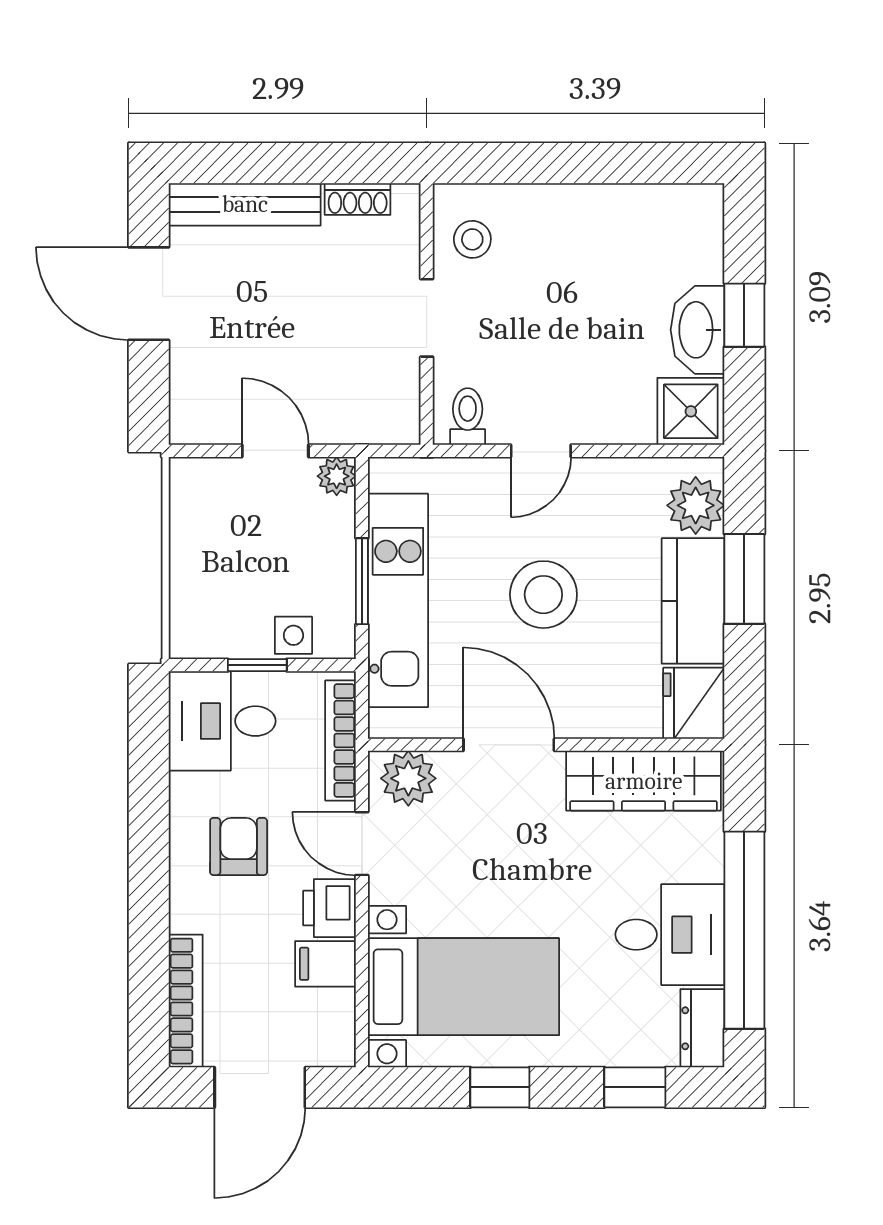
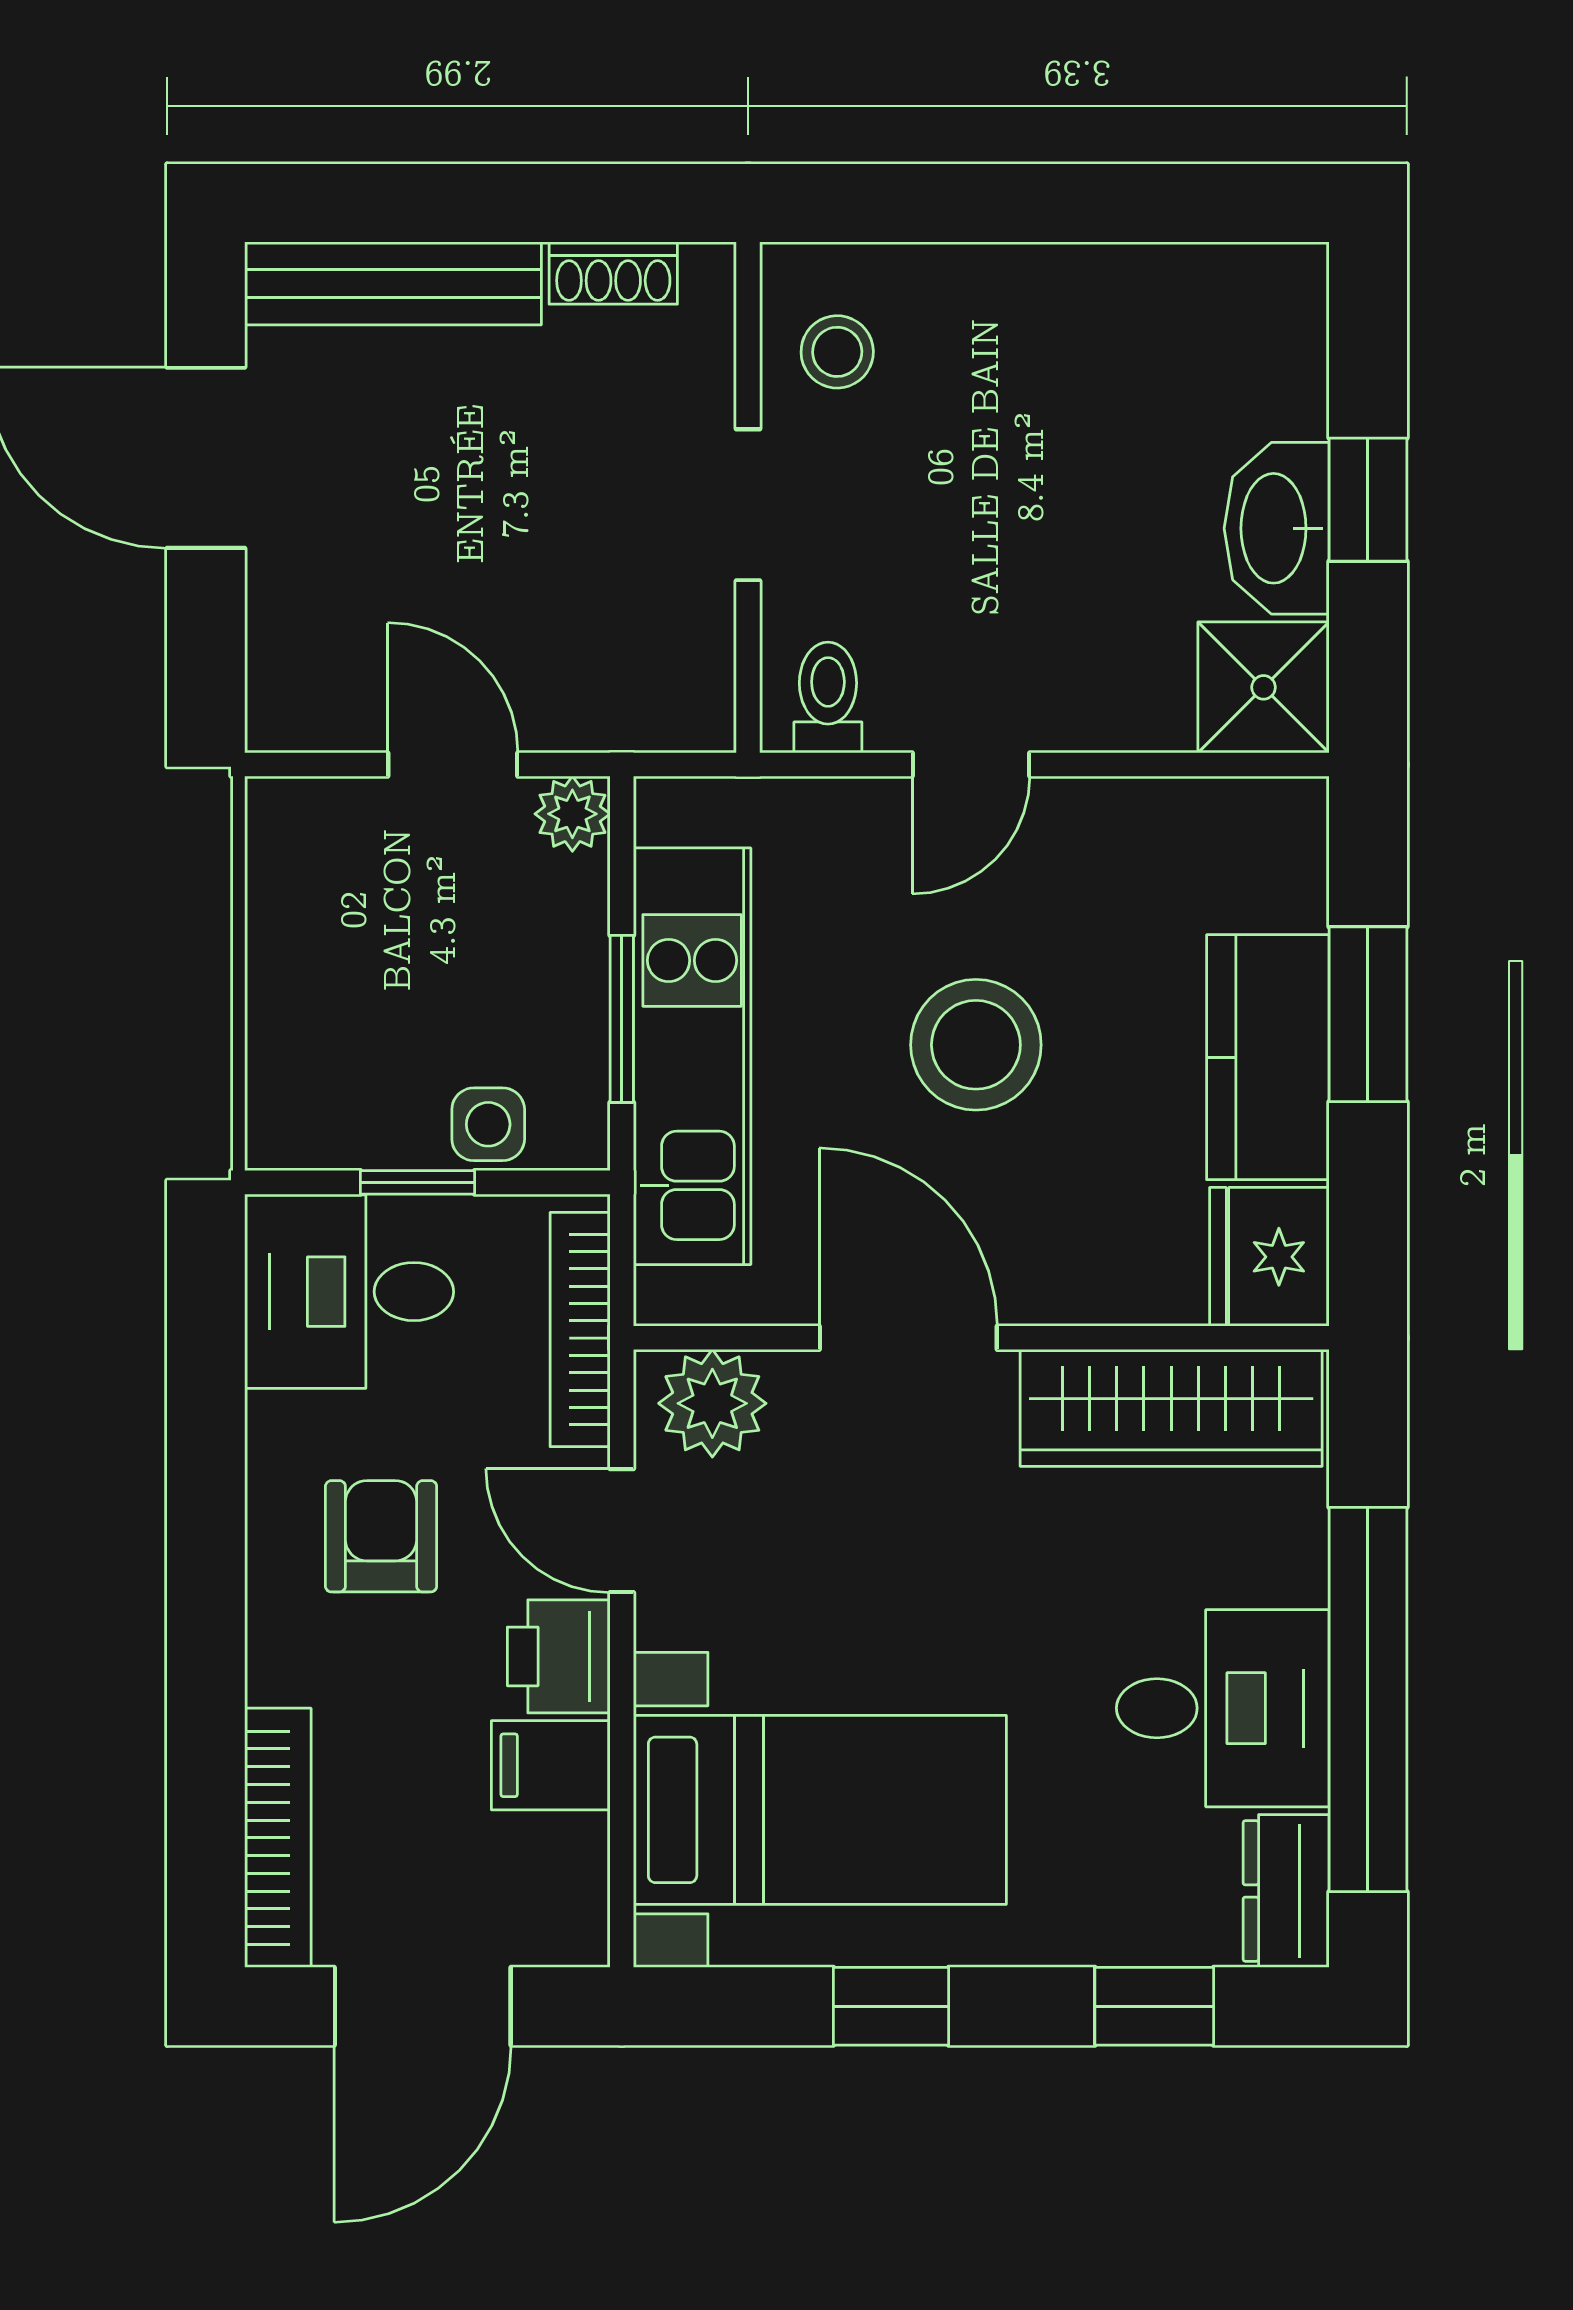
plant: (696, 505) -> (1273, 871), removed

